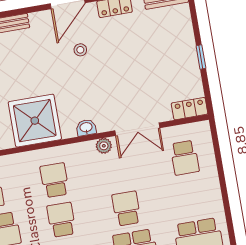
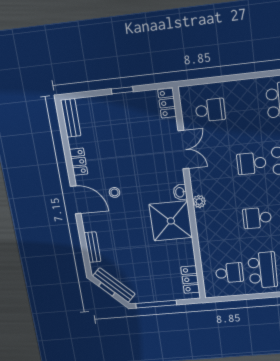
shower: (35, 121) -> (171, 221), moved
plant: (104, 146) -> (199, 201), moved
school desk: (55, 180) -> (223, 221), removed

